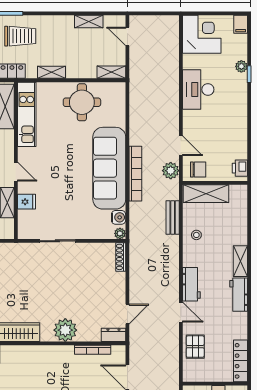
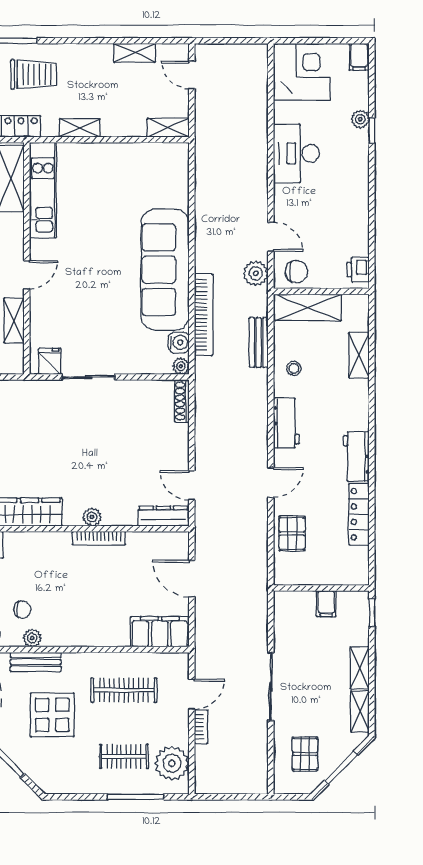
round table: (82, 102) -> (125, 172), removed
door: (16, 172) -> (27, 275), hinge flipped
bookcase: (135, 174) -> (204, 315), moved
fridge: (26, 202) -> (50, 361), moved, turned -90
shelving: (240, 261) -> (359, 355), moved
workbench: (191, 284) -> (286, 423), moved
door: (181, 312) -> (271, 483), hinge flipped
door: (127, 314) -> (192, 485), swing flipped
plant: (65, 330) -> (92, 517), width x0.53, depth x0.53
dresser: (113, 335) -> (163, 516), width x1.44
bookcase: (93, 350) -> (99, 538), moved
locker: (241, 361) -> (359, 514), moved

